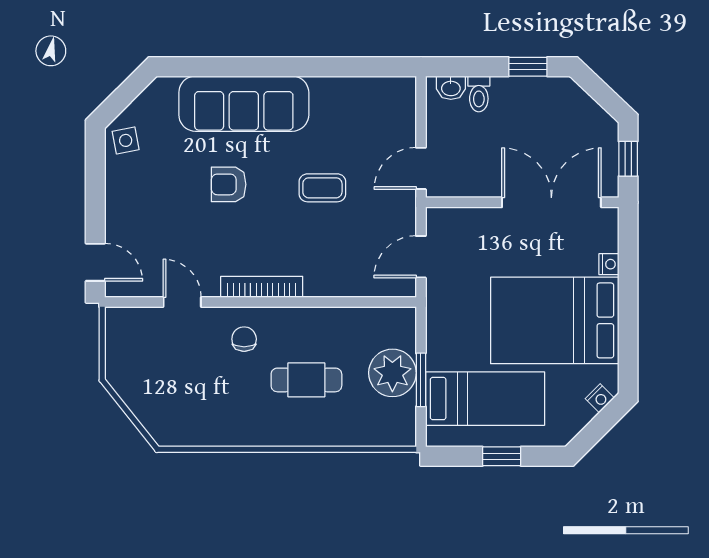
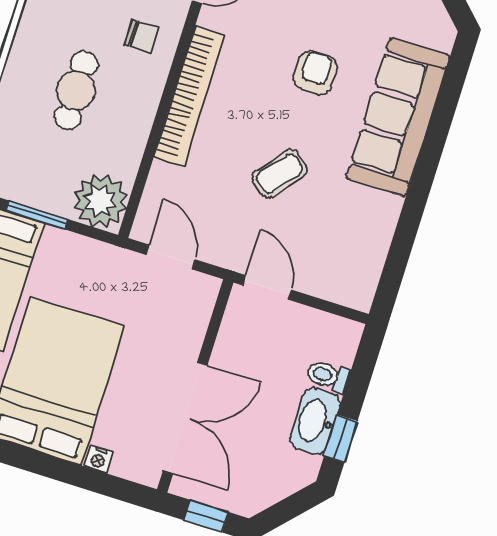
washbasin: (451, 88) -> (315, 421), moved, width x1.91, depth x1.45
coffee table: (322, 188) -> (279, 174), turned 39
bookcase: (262, 287) -> (189, 96), width x1.48, depth x1.31
plant: (392, 373) -> (100, 201), moved

